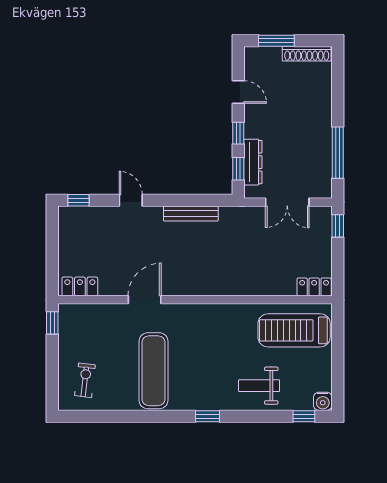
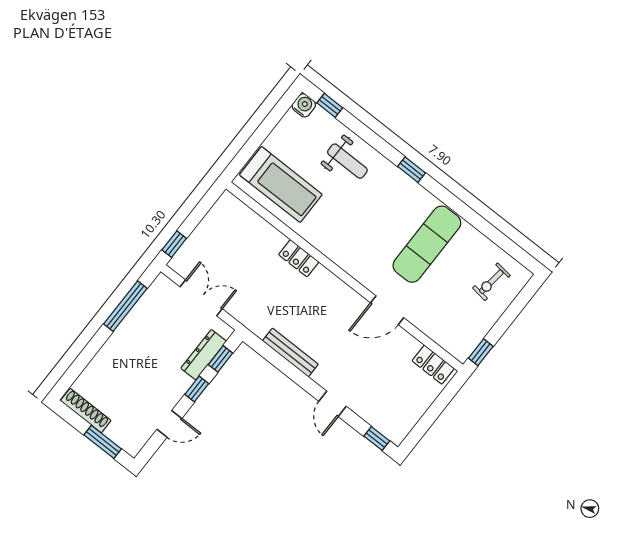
door: (238, 92) -> (169, 424), swing flipped
locker: (314, 287) -> (299, 258), moved

